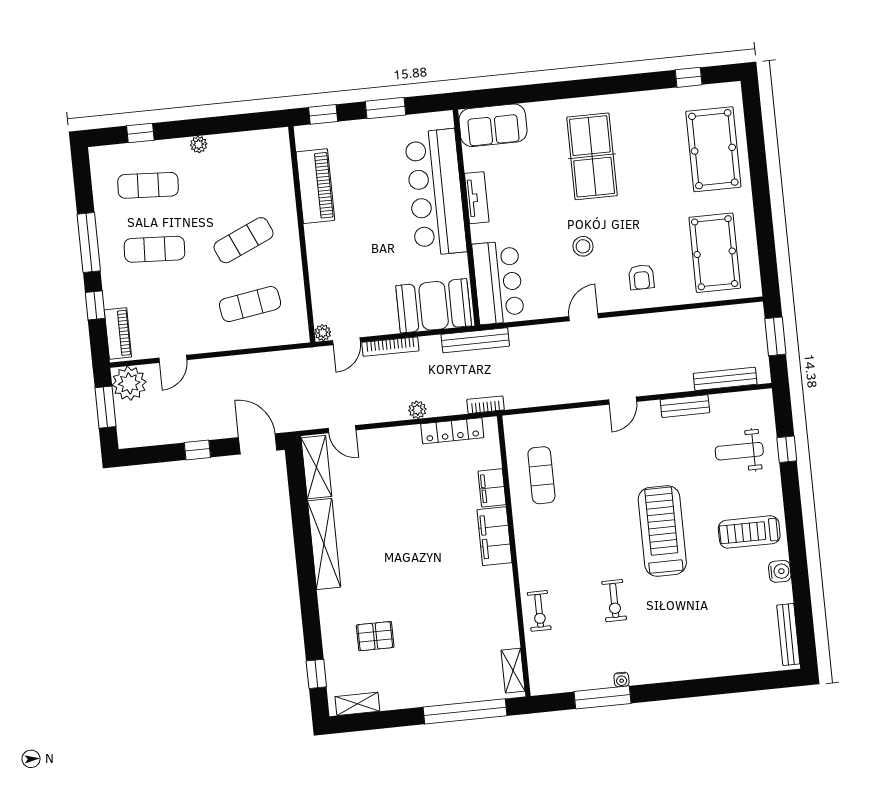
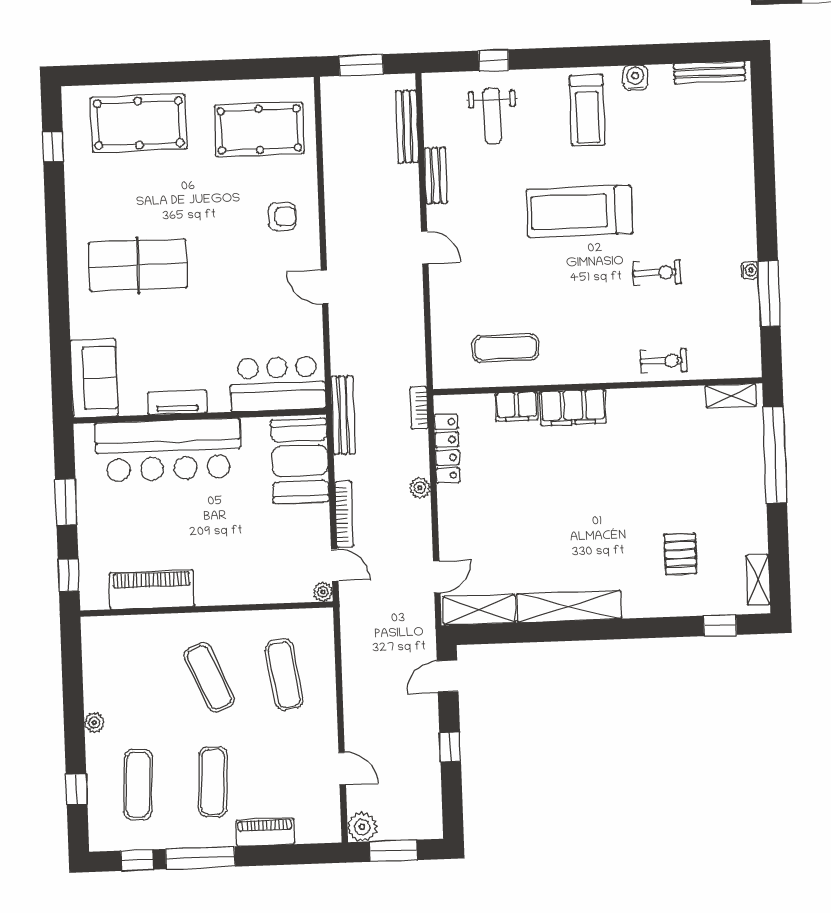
stool: (583, 246) -> (242, 282), removed
window: (95, 305) -> (137, 860), moved
piano: (118, 333) -> (265, 832), moved
plant: (129, 383) -> (362, 827), width x0.73, depth x0.73
door: (258, 444) -> (448, 676), width x0.73

